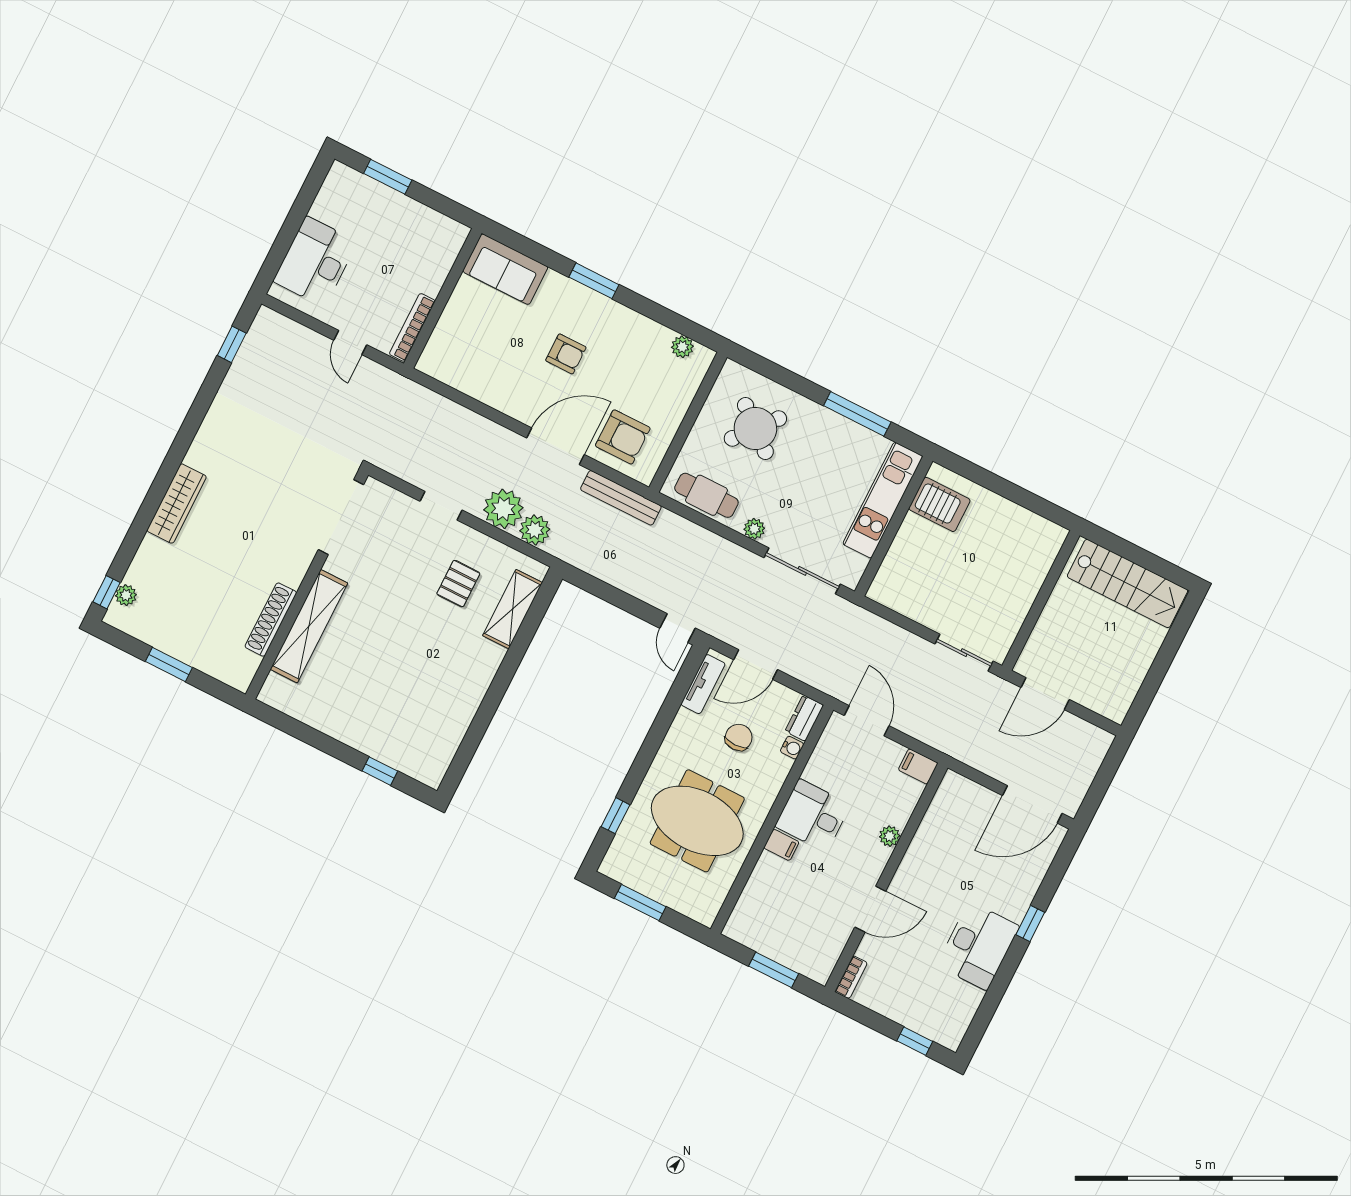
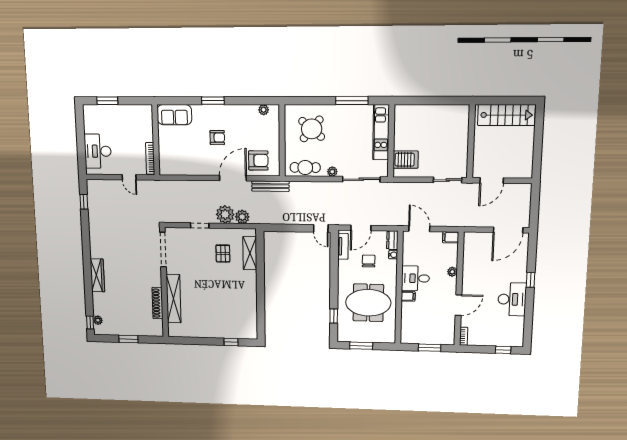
server rack: (940, 504) -> (406, 160), moved

